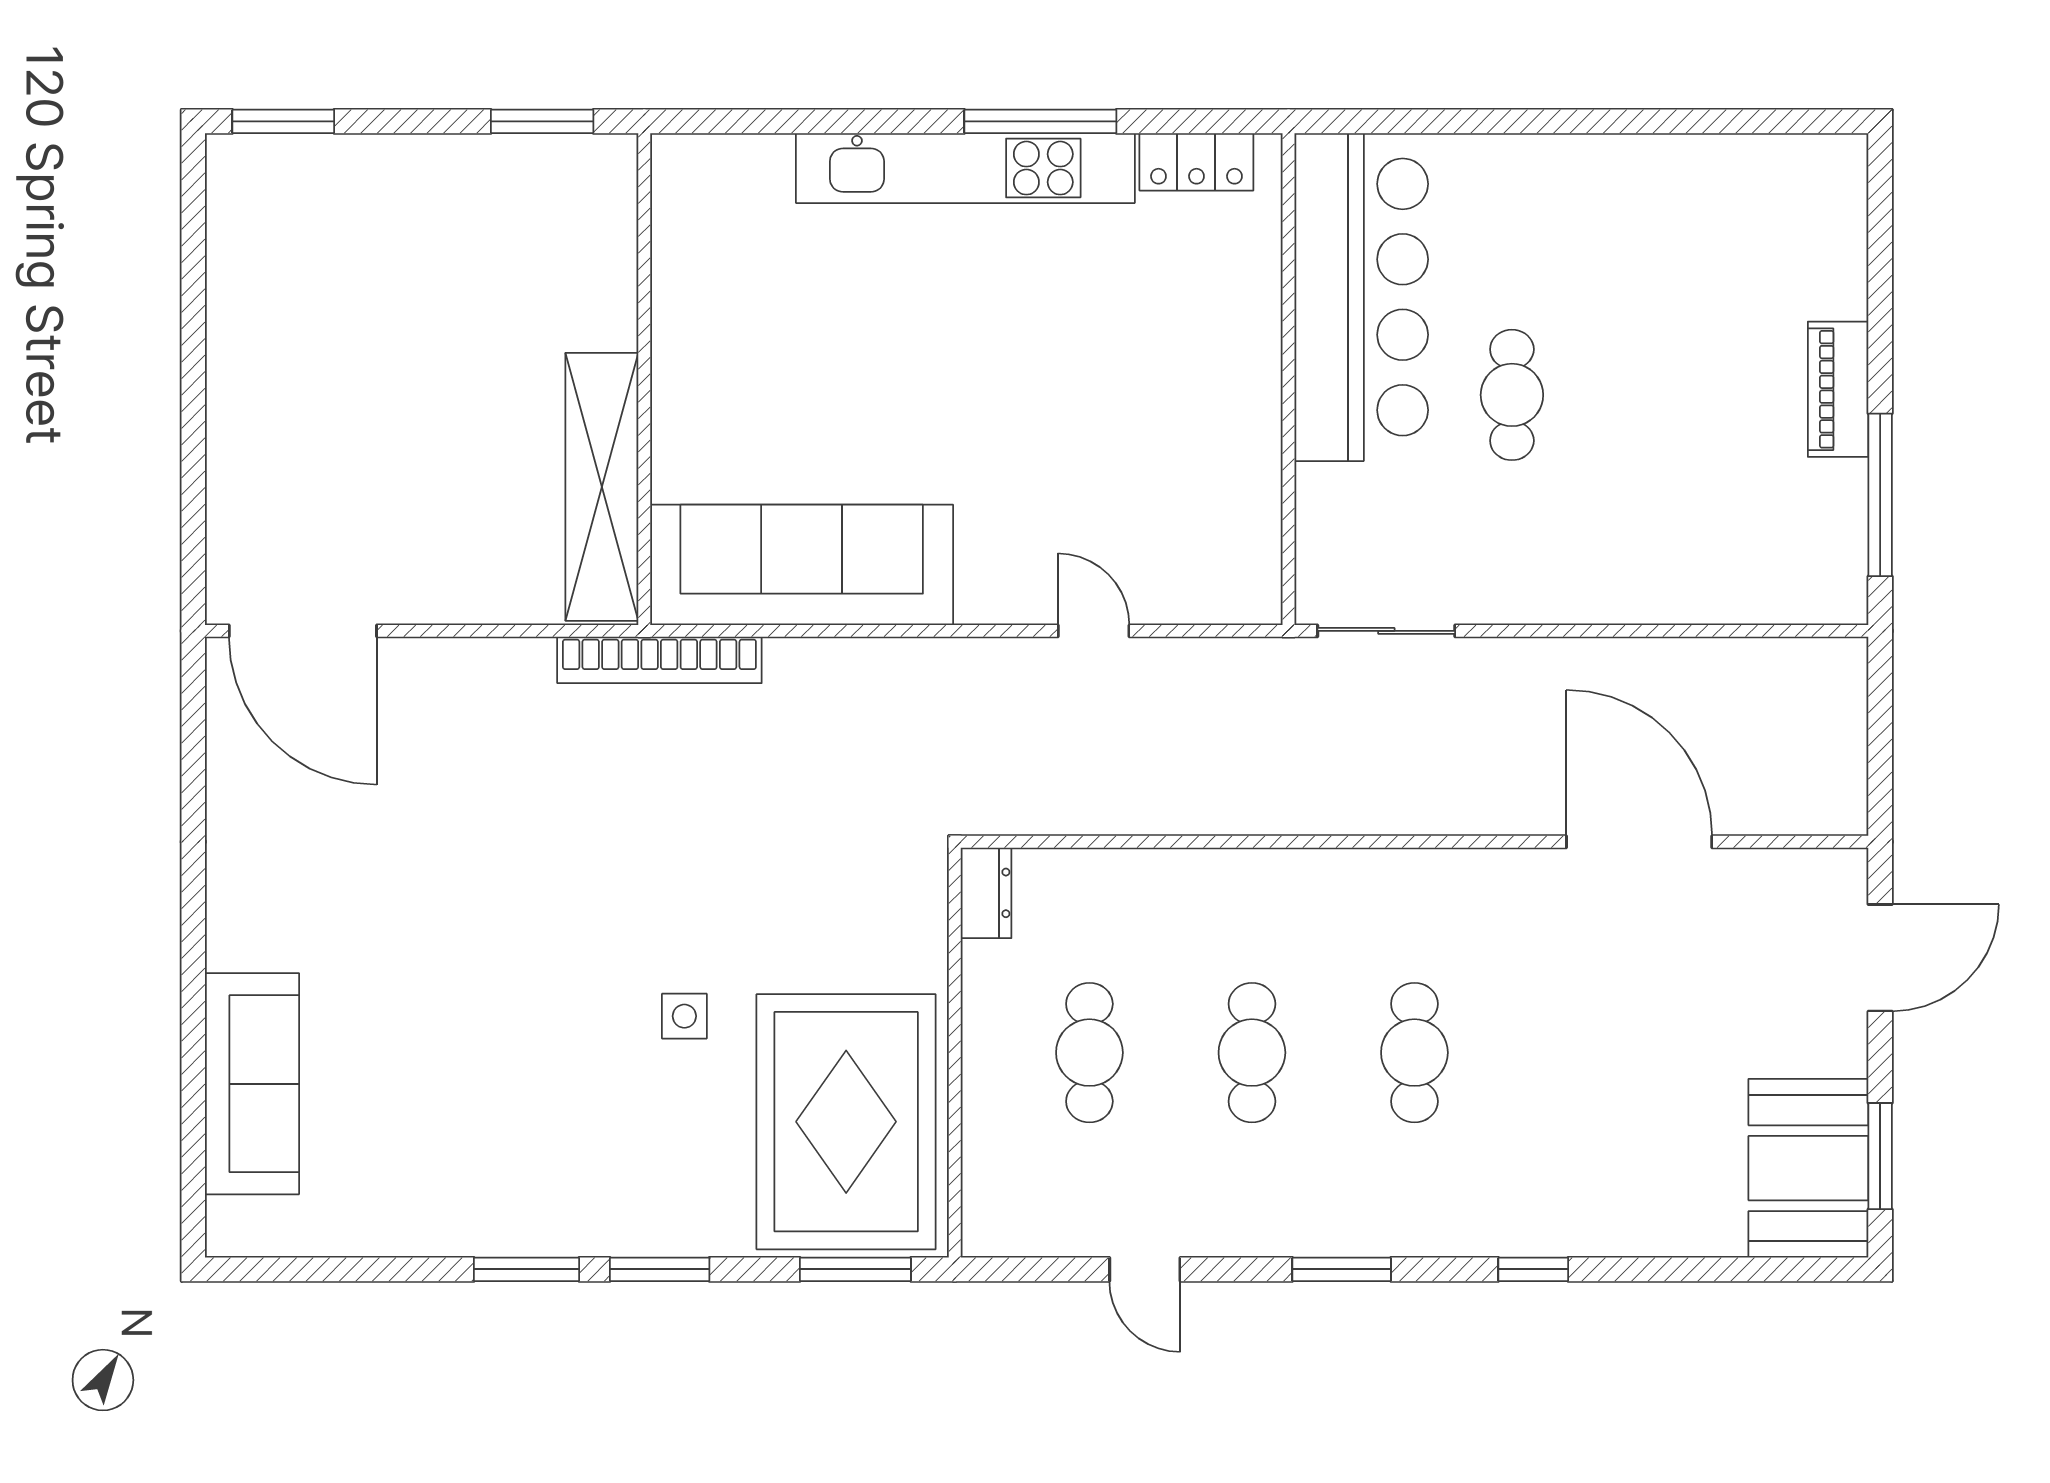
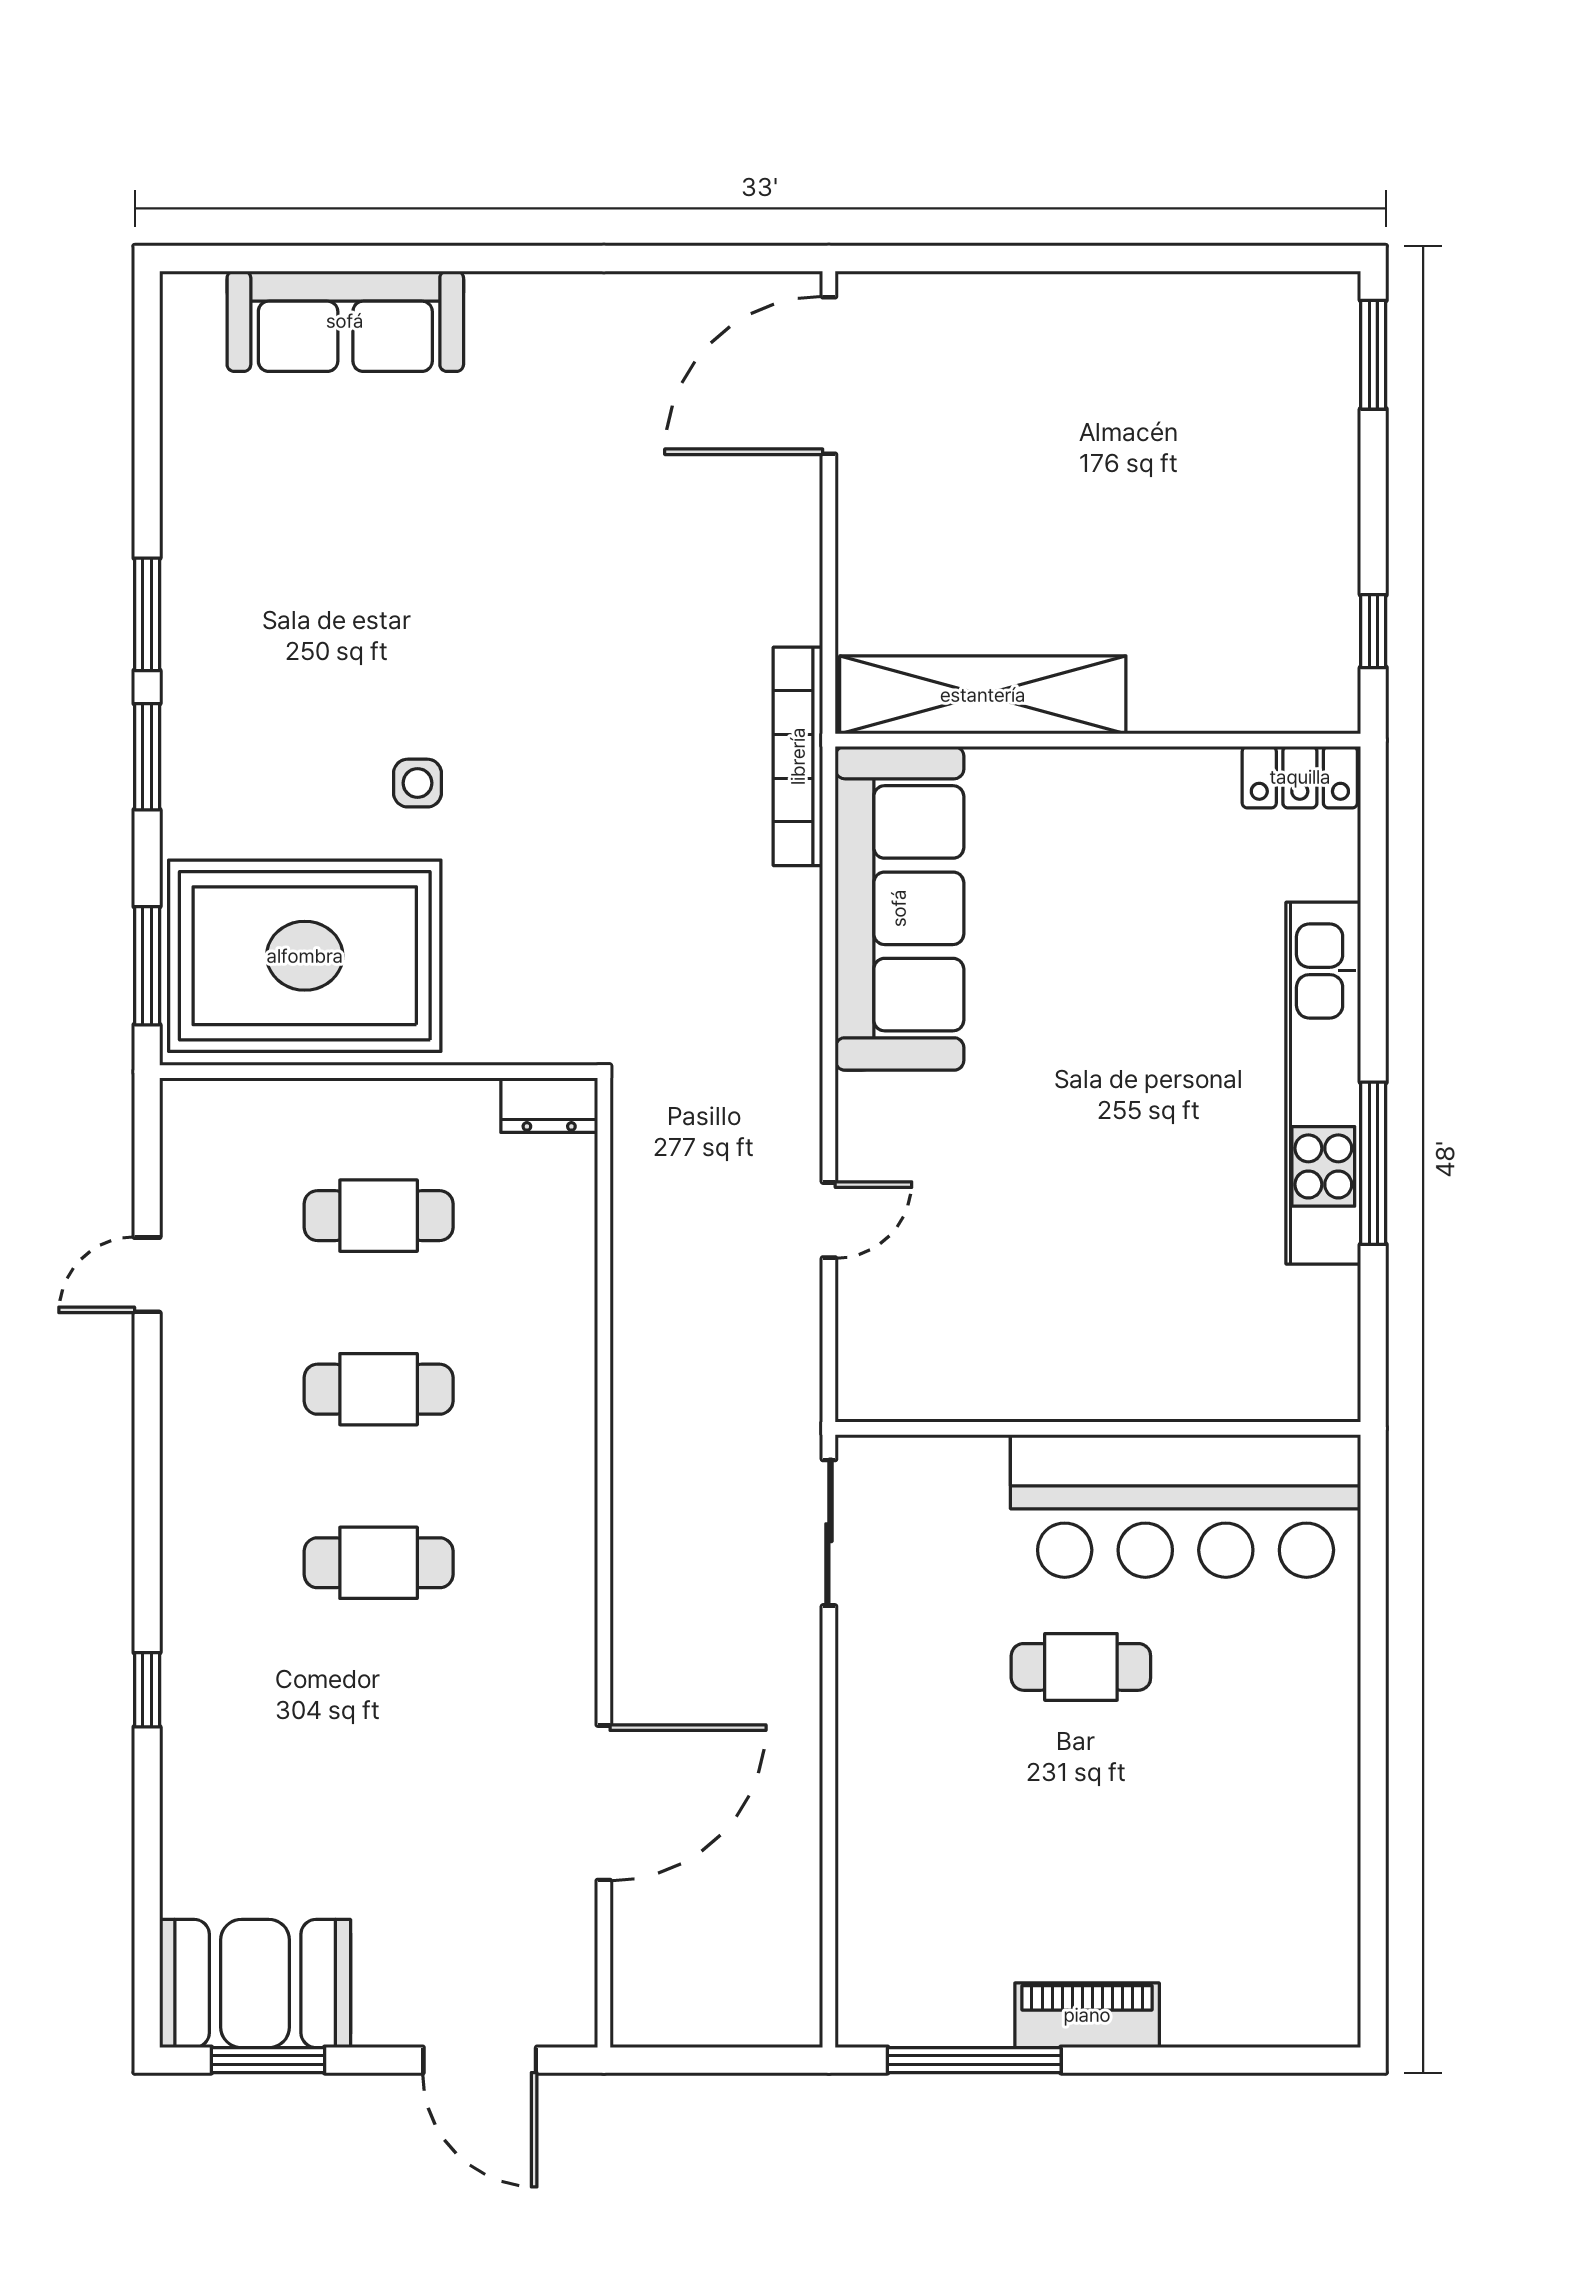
window: (542, 121) -> (1373, 631), width x0.67
locker: (1196, 162) -> (1300, 777), moved, turned -90
window: (1342, 1269) -> (147, 1485), removed

